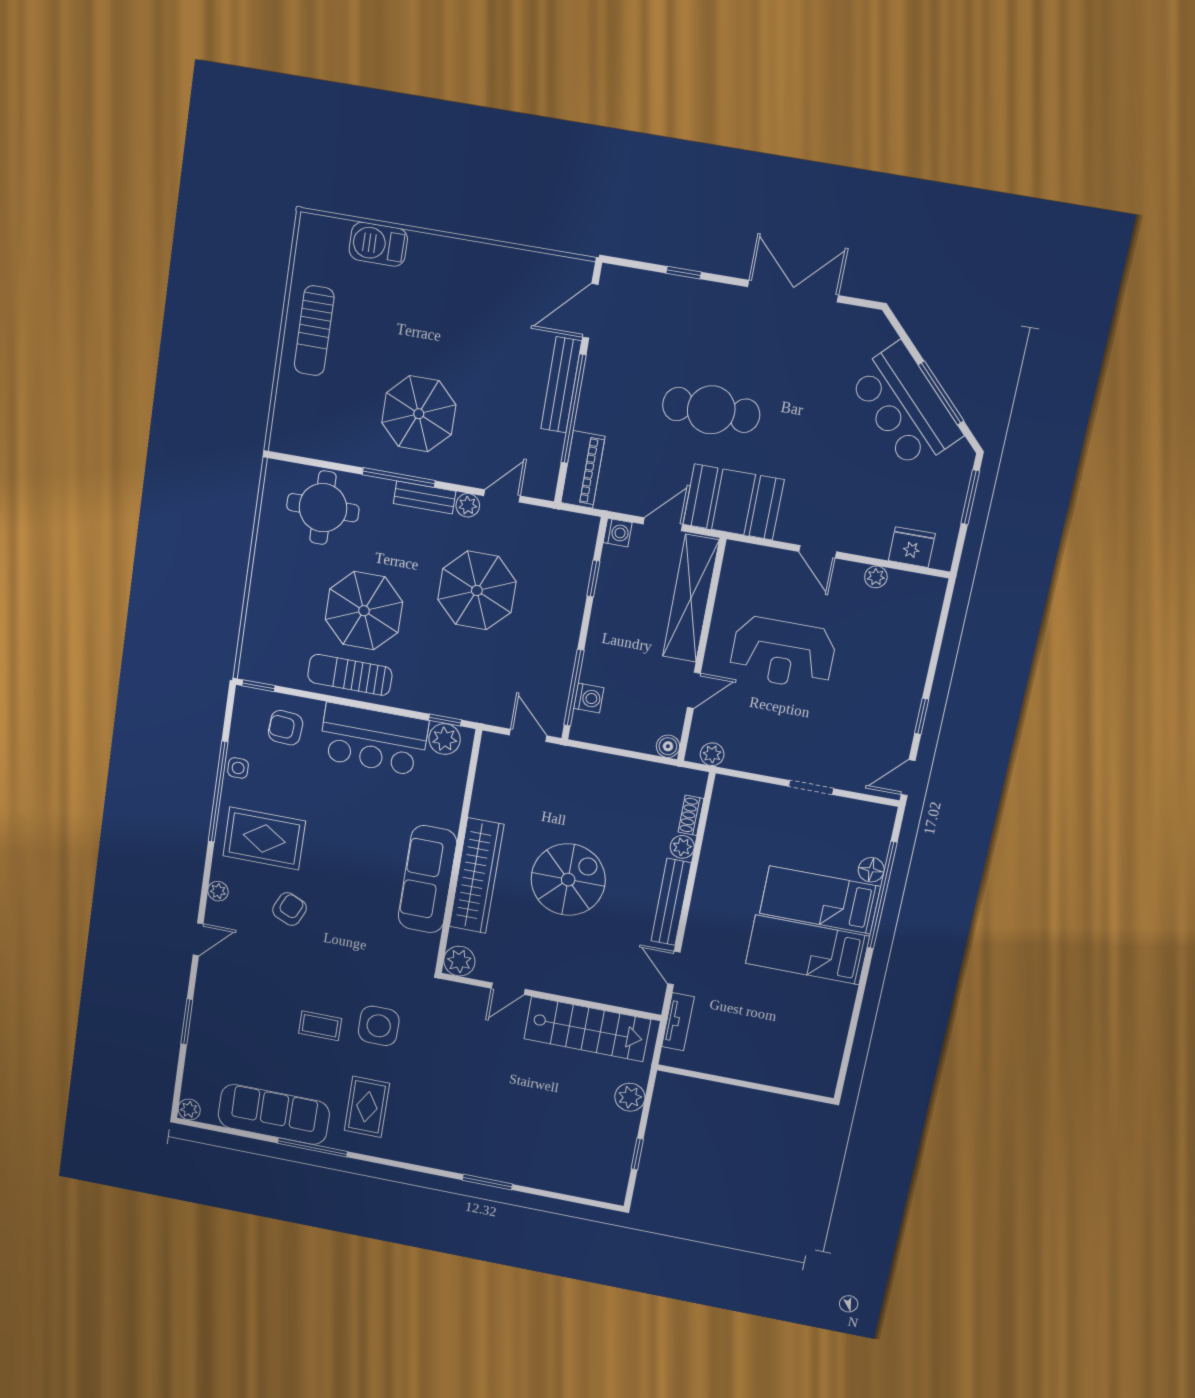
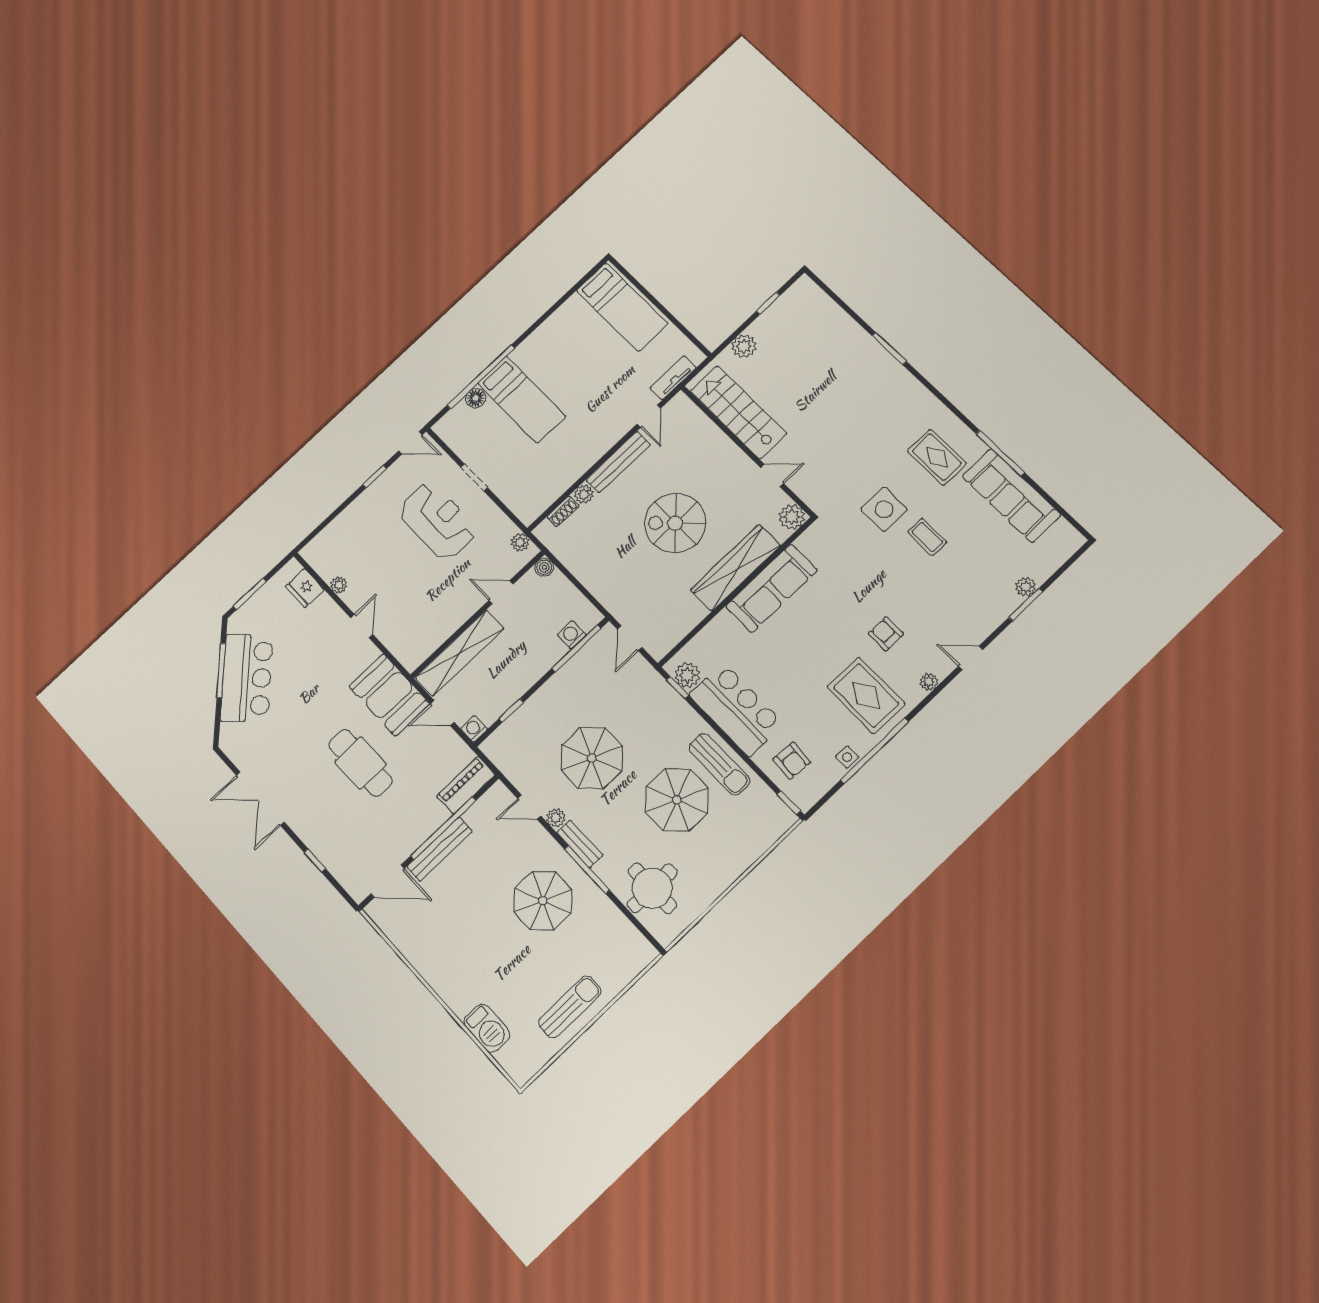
reception desk: (783, 653) -> (438, 521), moved
armchair: (290, 909) -> (886, 634), turned 66
bed: (807, 950) -> (622, 307), moved
rug: (367, 1107) -> (937, 457), turned 90
plant: (189, 1109) -> (1026, 587), moved

